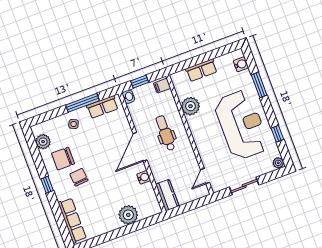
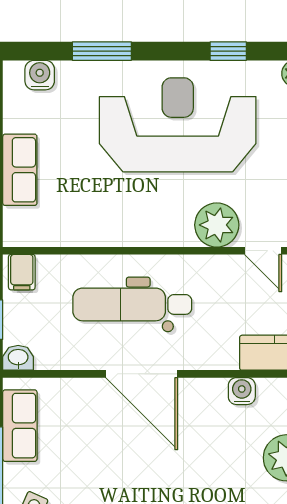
plant: (190, 106) -> (217, 225), moved
dental chair: (165, 133) -> (132, 304), width x1.36, depth x1.38
water cooler: (144, 177) -> (242, 391), moved

